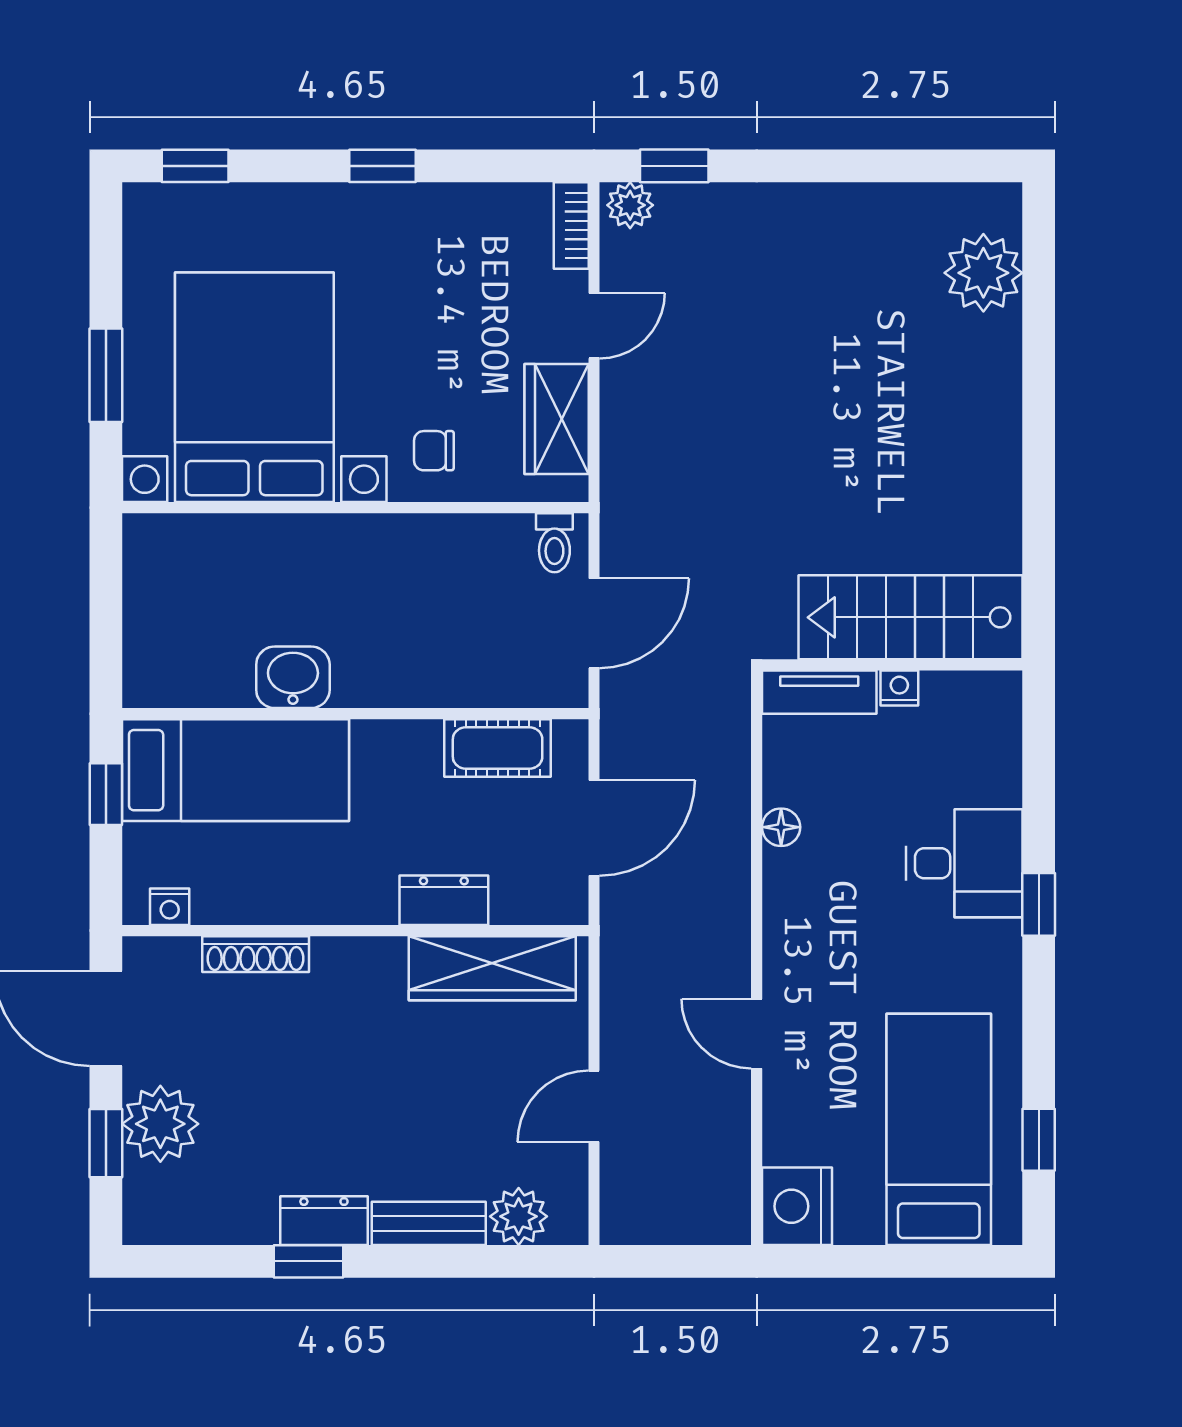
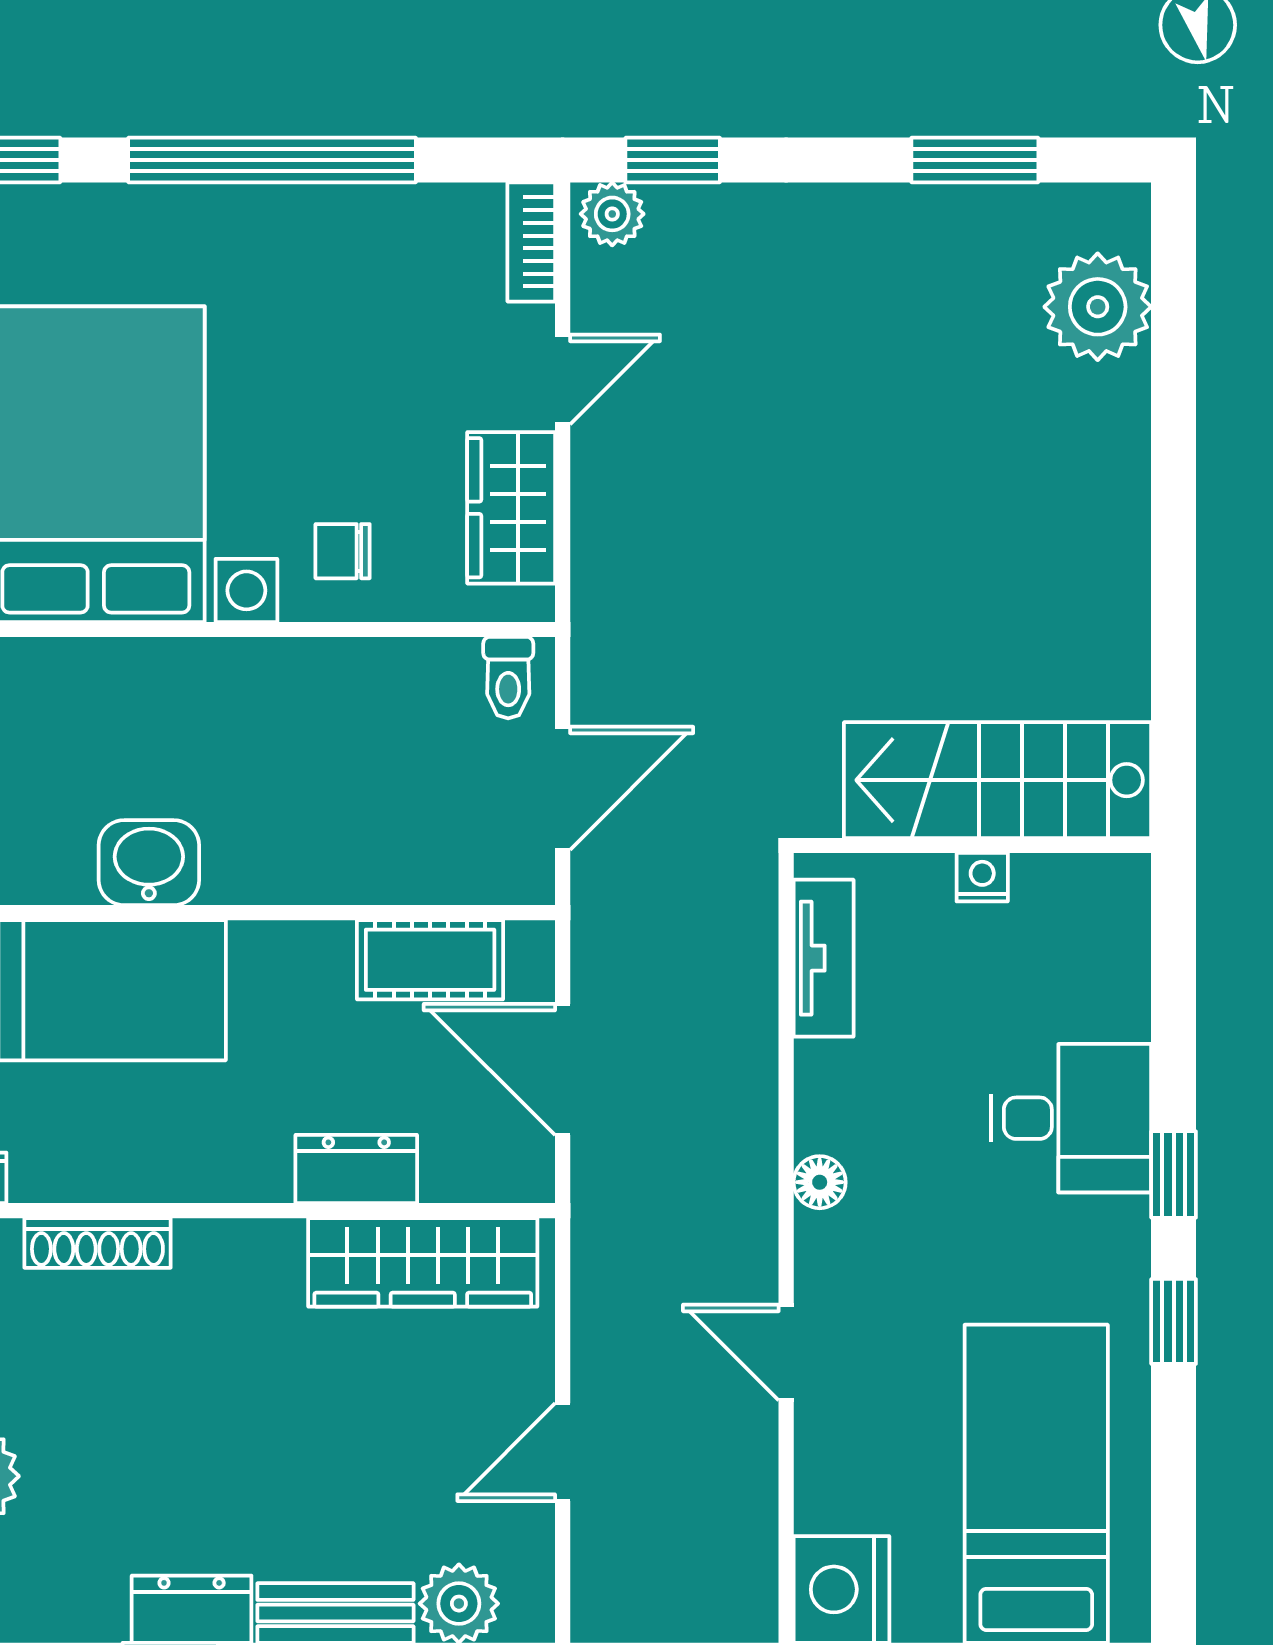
window: (383, 166) -> (272, 160), width x3.17
window: (894, 166) -> (975, 160), added
tv unit: (819, 692) -> (824, 958), moved, turned -90
floor lamp: (781, 827) -> (820, 1182), moved
door: (594, 828) -> (563, 1069), swing flipped
window: (1039, 1140) -> (1174, 1321), moved

